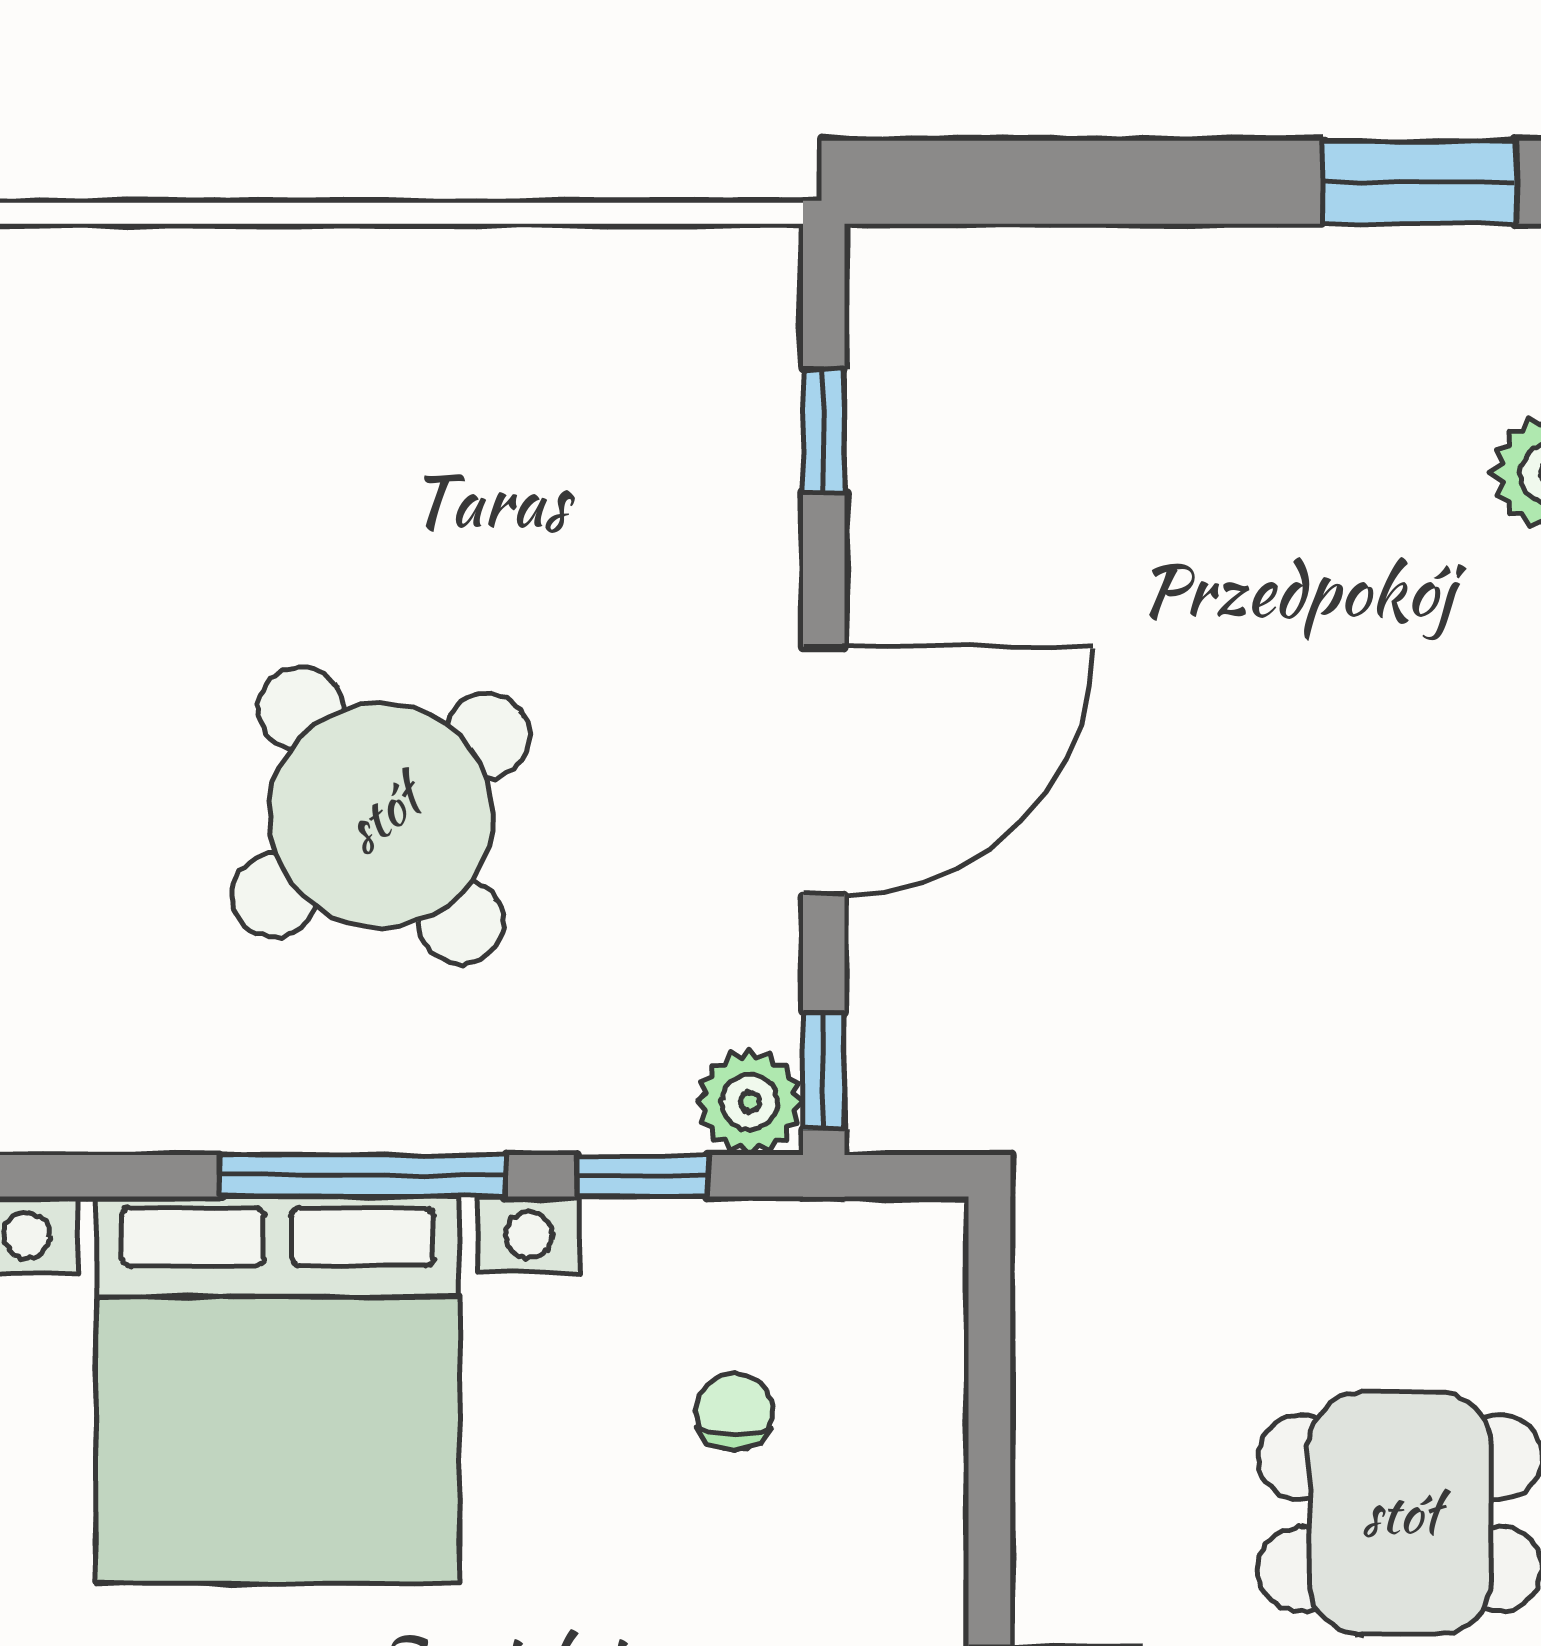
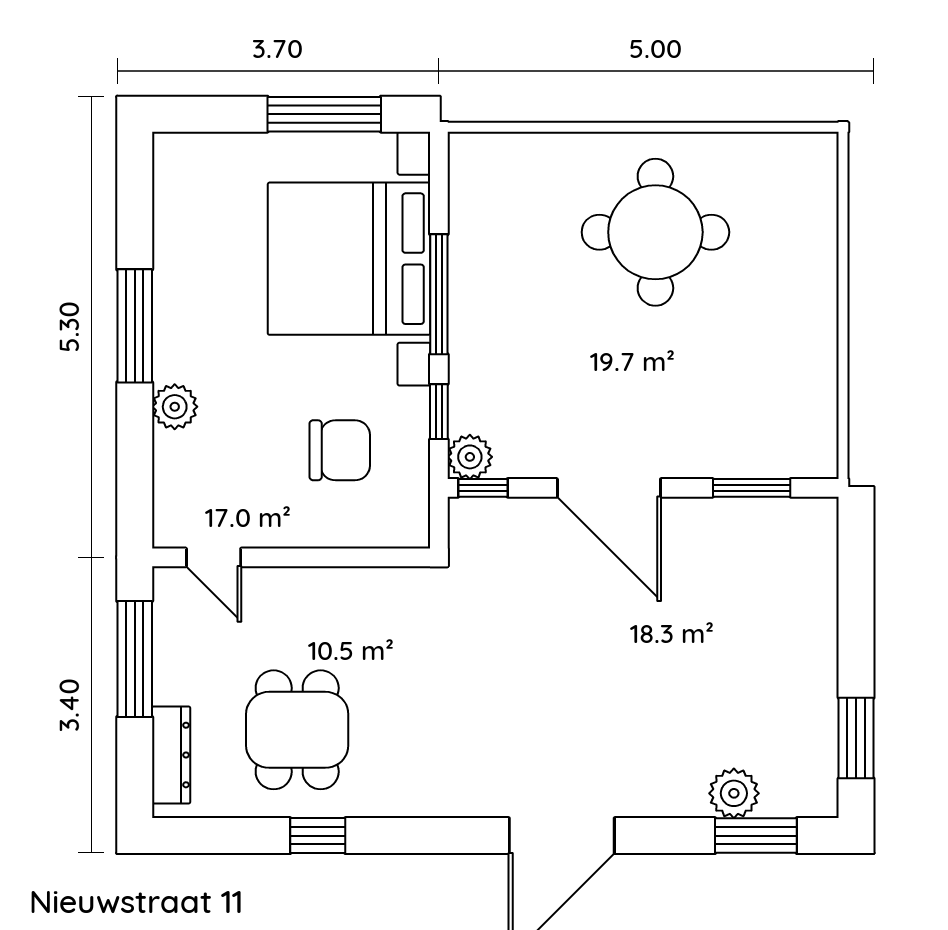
window: (824, 431) -> (752, 488), width x1.50
round table: (381, 815) -> (655, 232), moved, turned 37
chair: (734, 1412) -> (340, 450), width x1.87, depth x1.87

